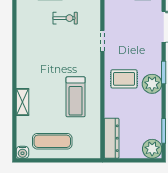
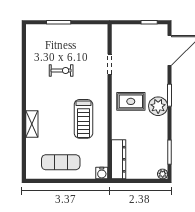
exercise bike: (65, 18) -> (61, 71), moved
plant: (152, 149) -> (163, 174), width x0.53, depth x0.53
water cooler: (23, 152) -> (102, 173), moved

